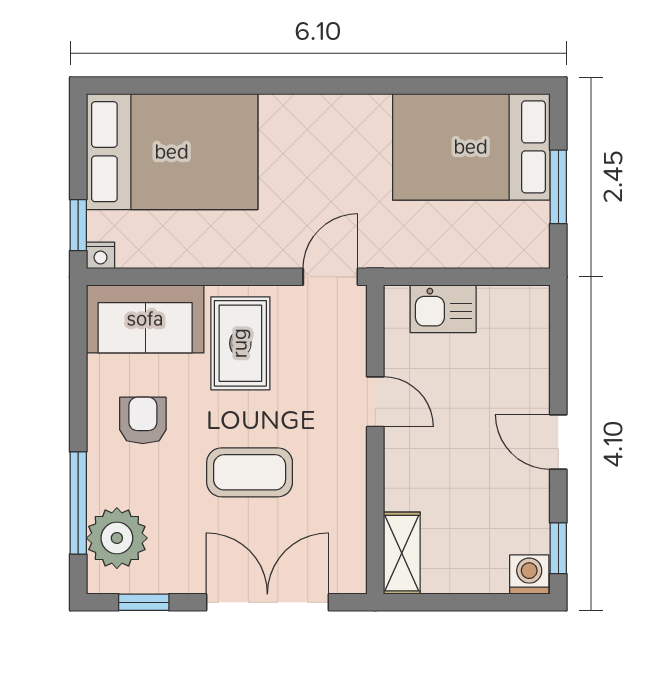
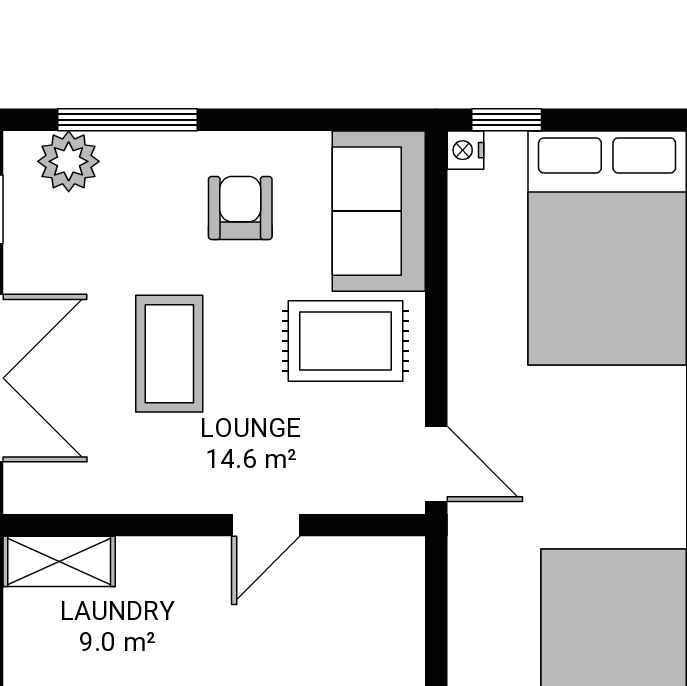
kitchen sink: (443, 309) -> (393, 618), removed
armchair: (143, 420) -> (240, 208), turned -90
plant: (117, 538) -> (69, 161), width x0.73, depth x0.73

